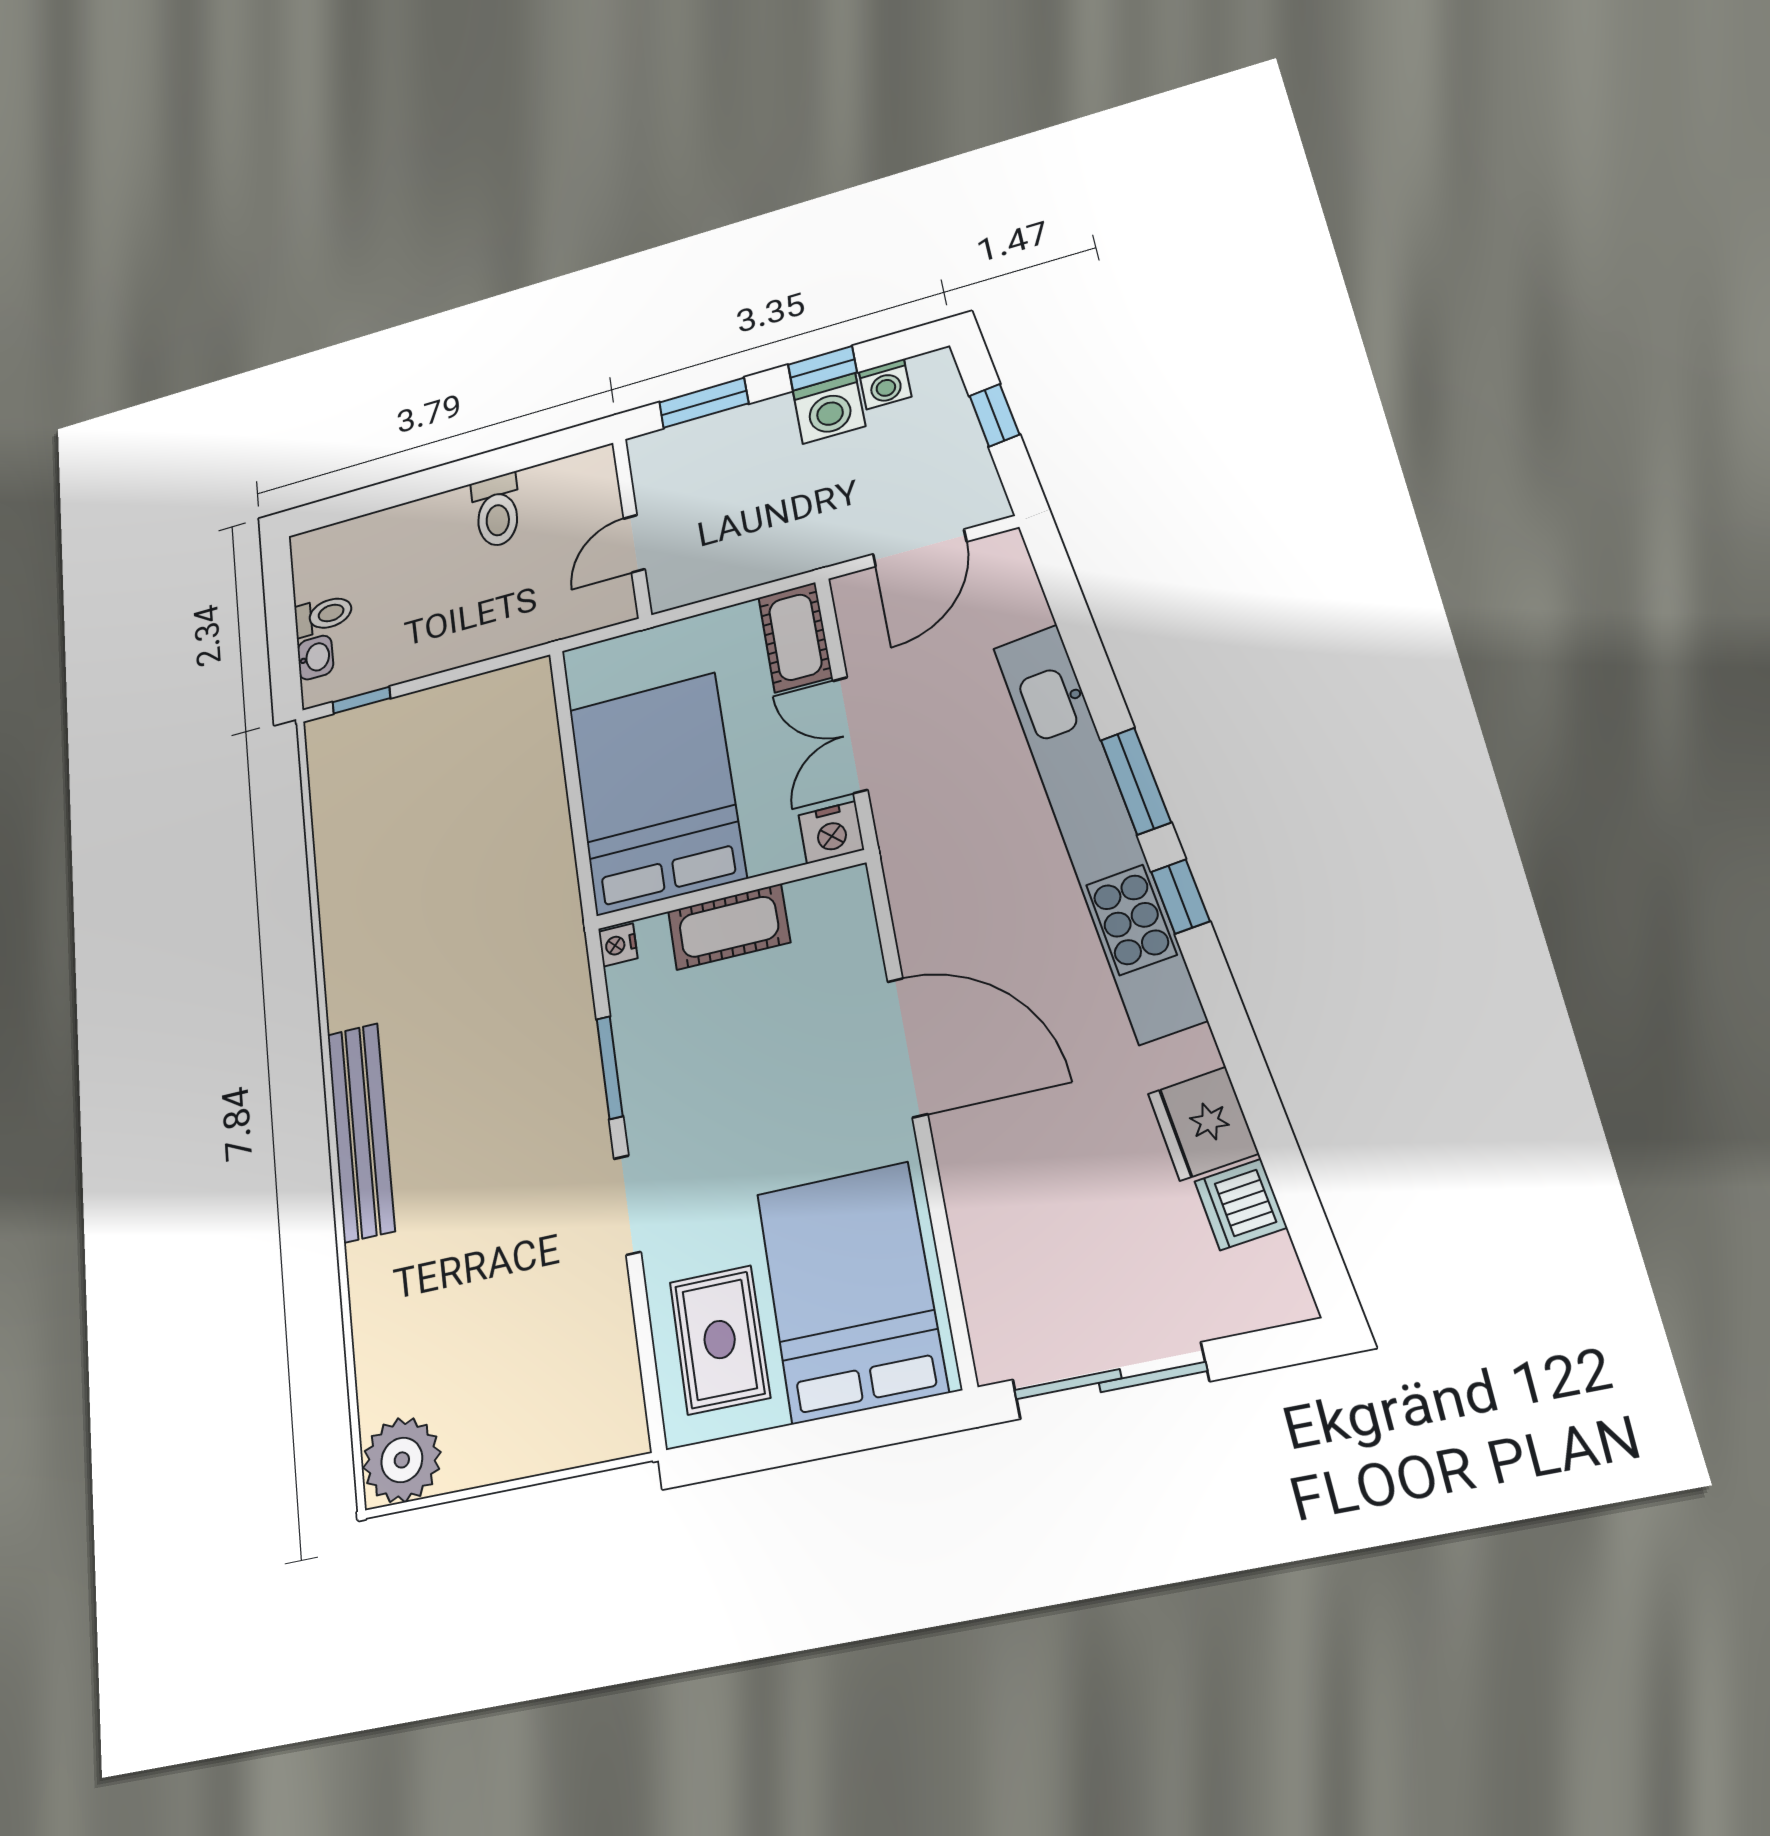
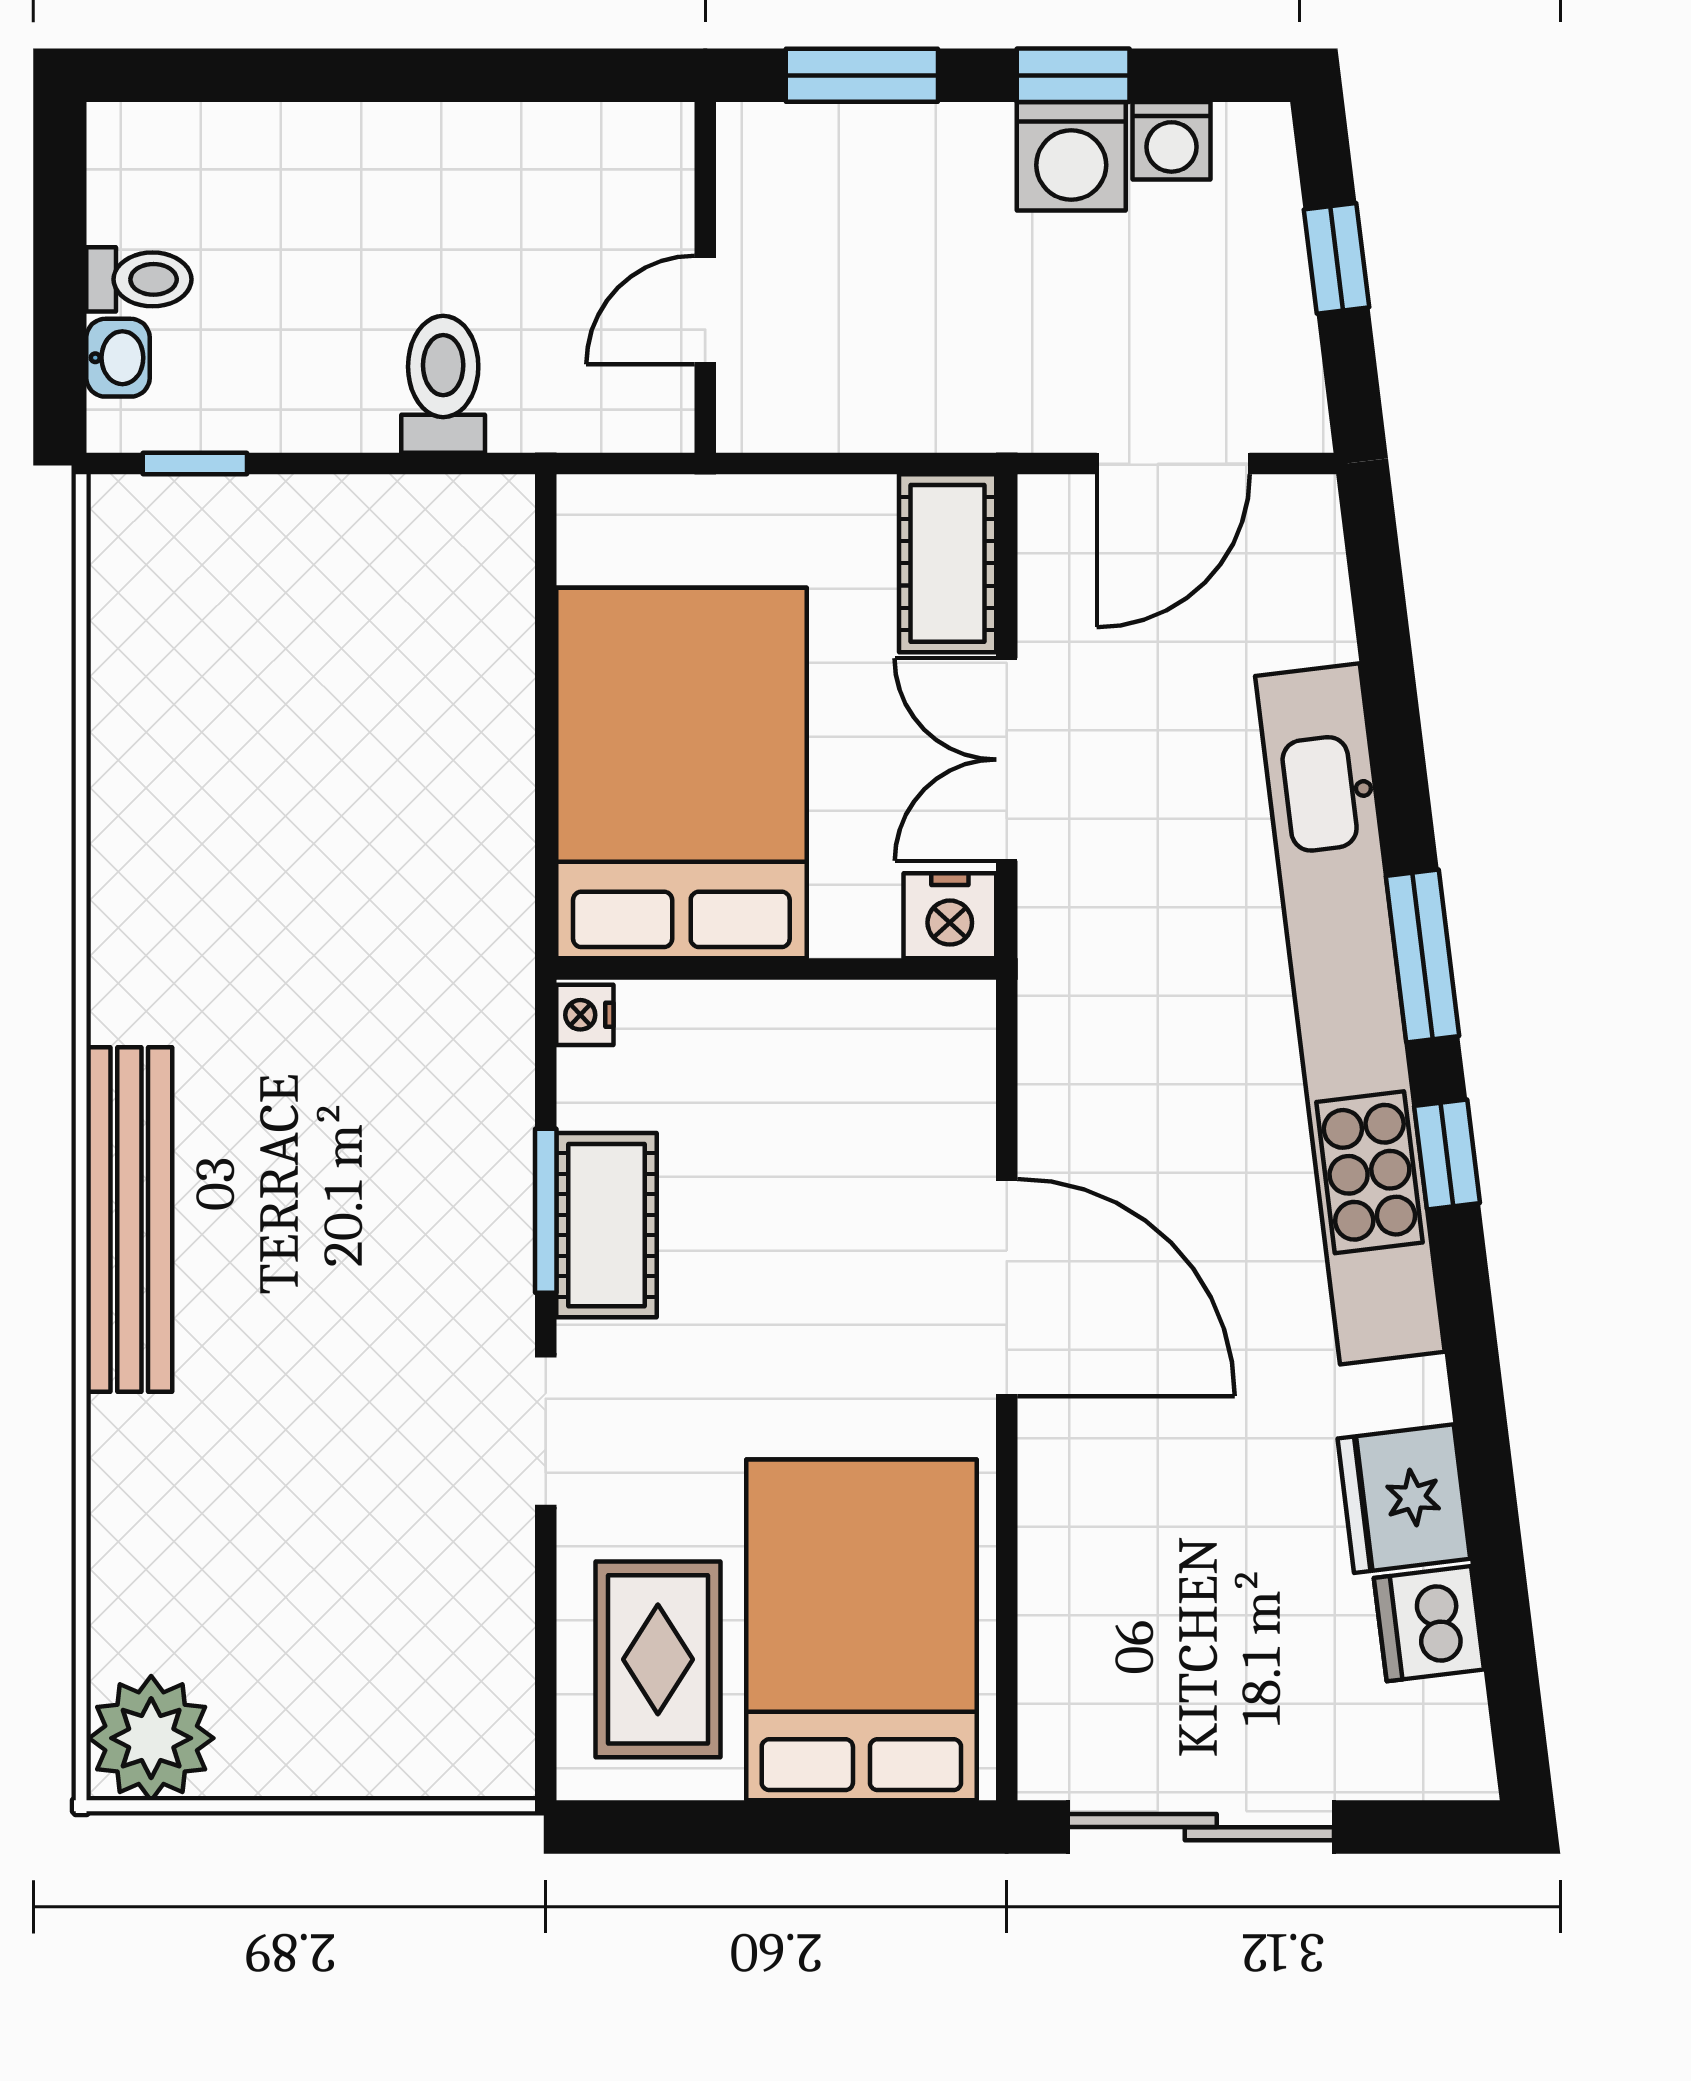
toilet: (497, 511) -> (443, 384), moved, turned 180
cot: (729, 927) -> (607, 1225), moved, turned 90

